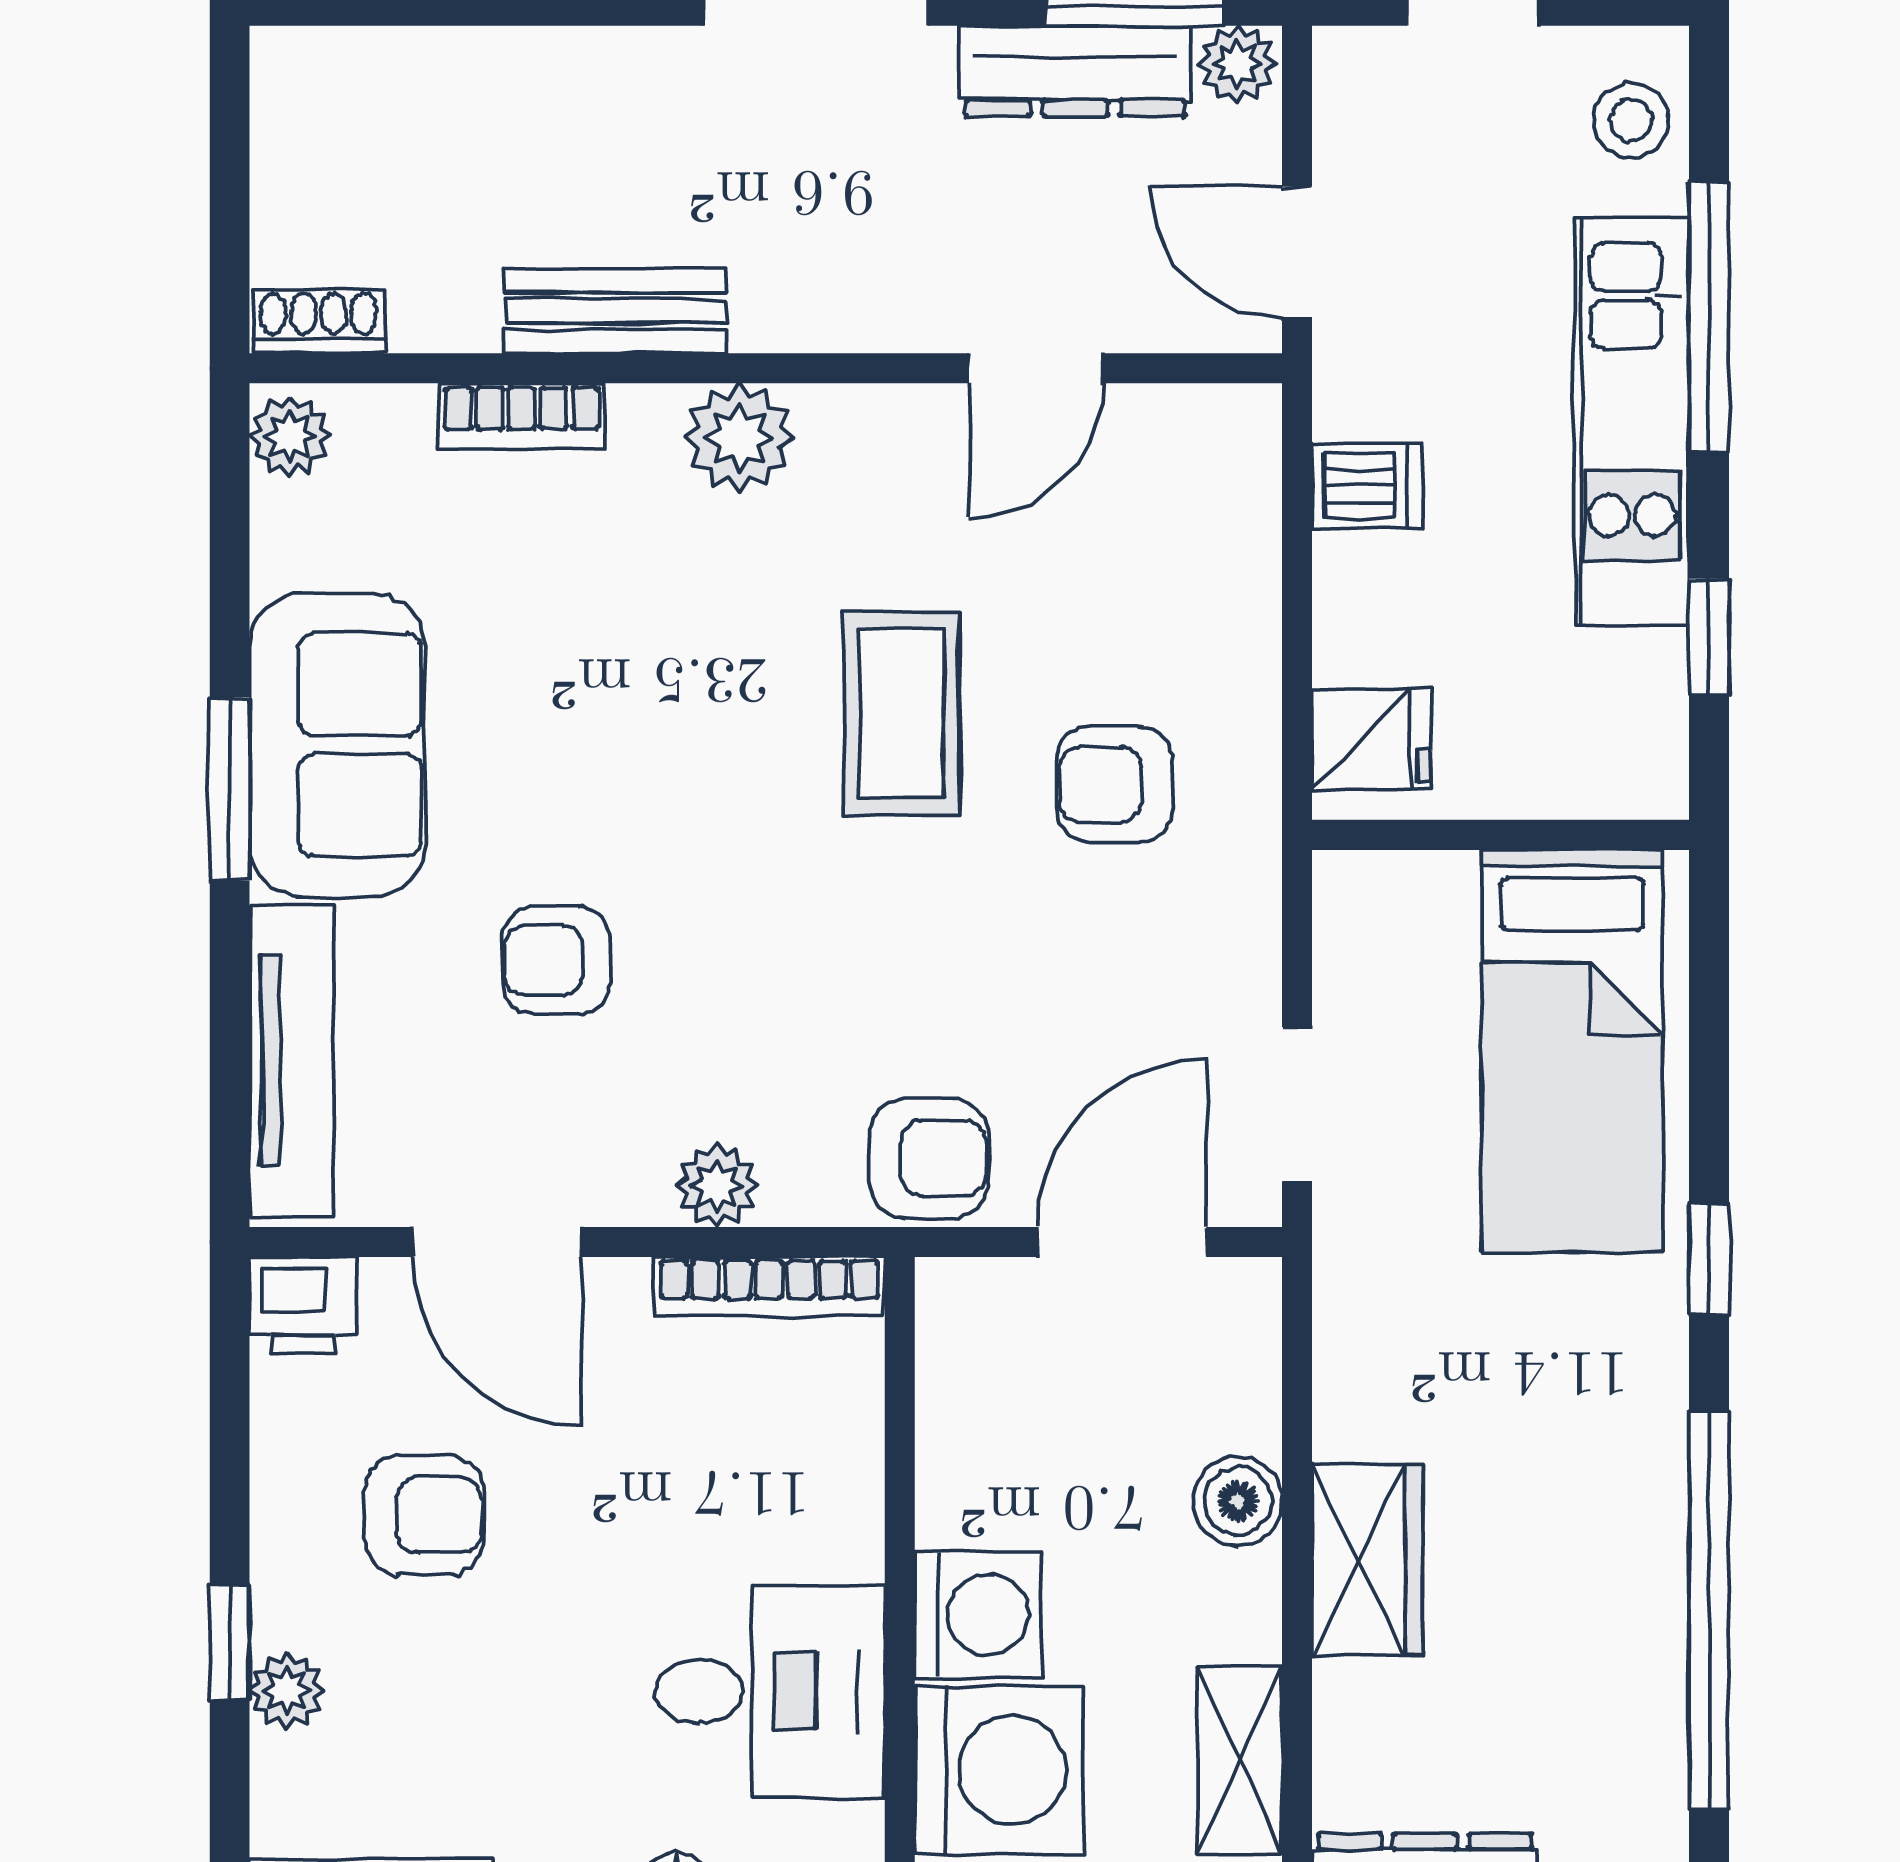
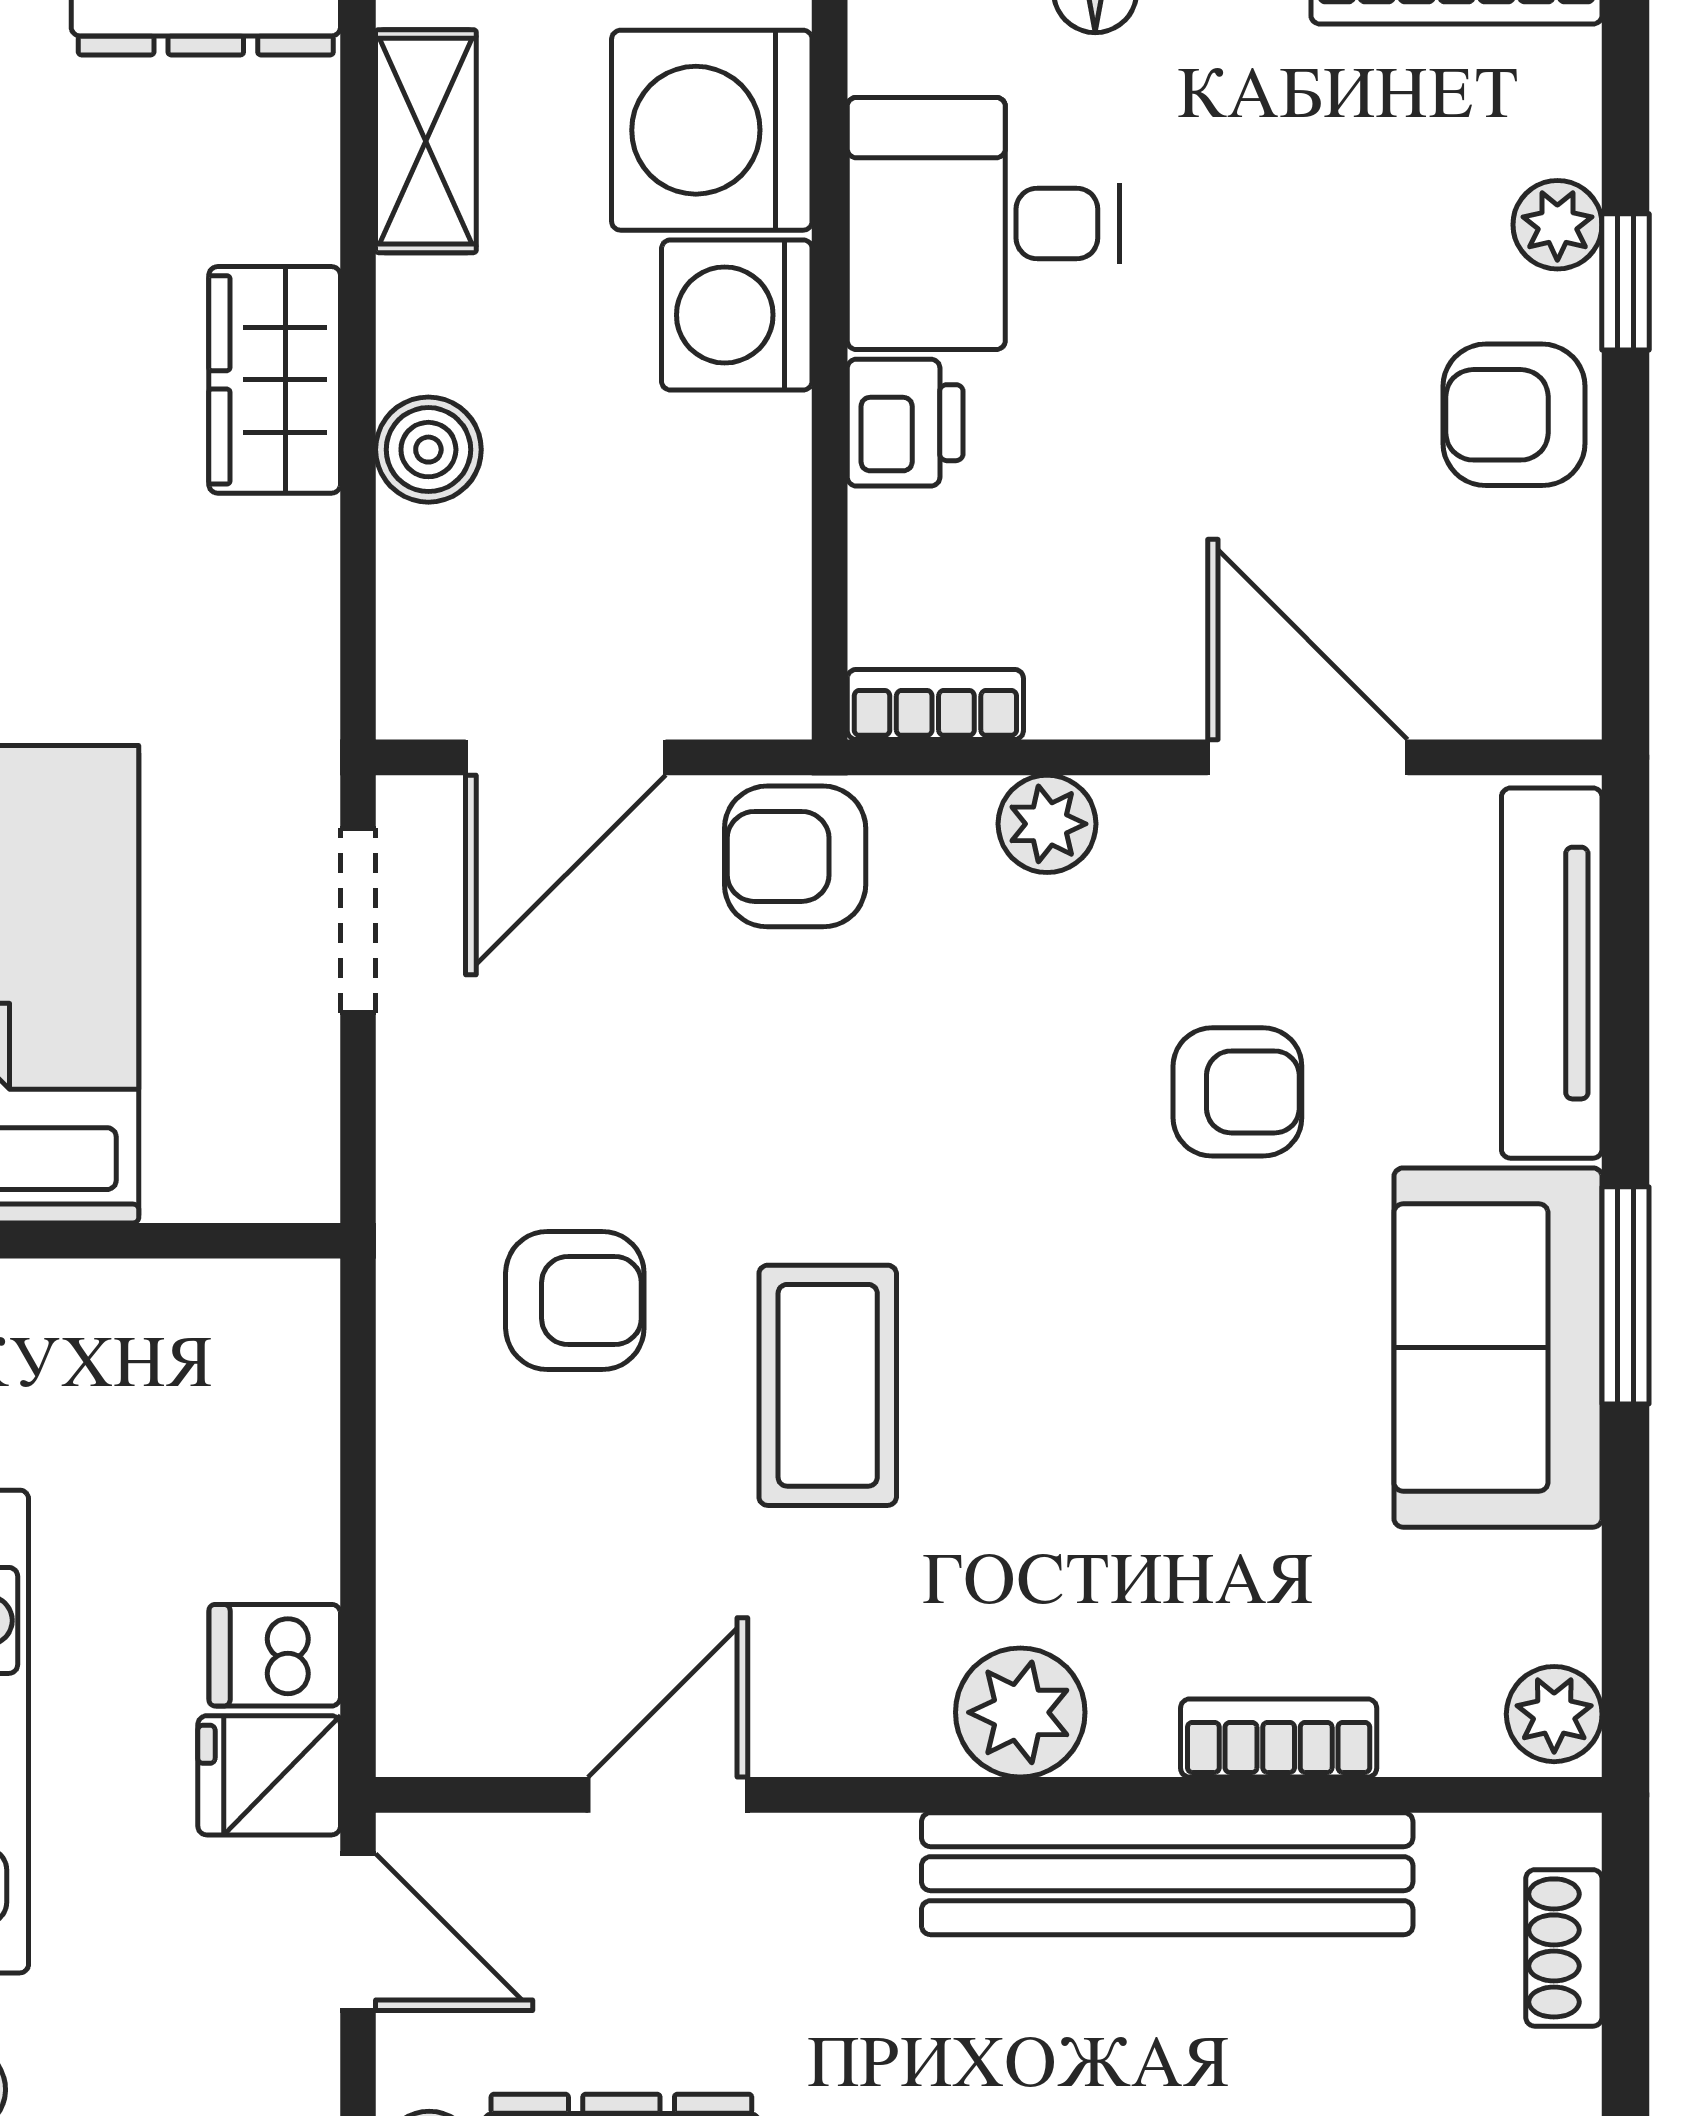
bench: (616, 311) -> (1167, 1874), width x1.86, depth x1.21
shoe rack: (318, 321) -> (1564, 1948), moved, turned 90
fridge: (1372, 739) -> (269, 1775), moved
bookcase: (769, 1286) -> (935, 704), width x0.64
printer: (303, 1305) -> (905, 423), moved, turned 90
armchair: (425, 1515) -> (1514, 415), moved

